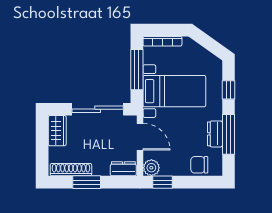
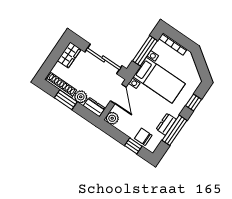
plant: (101, 168) -> (81, 97), added
window: (163, 182) -> (133, 146), moved

